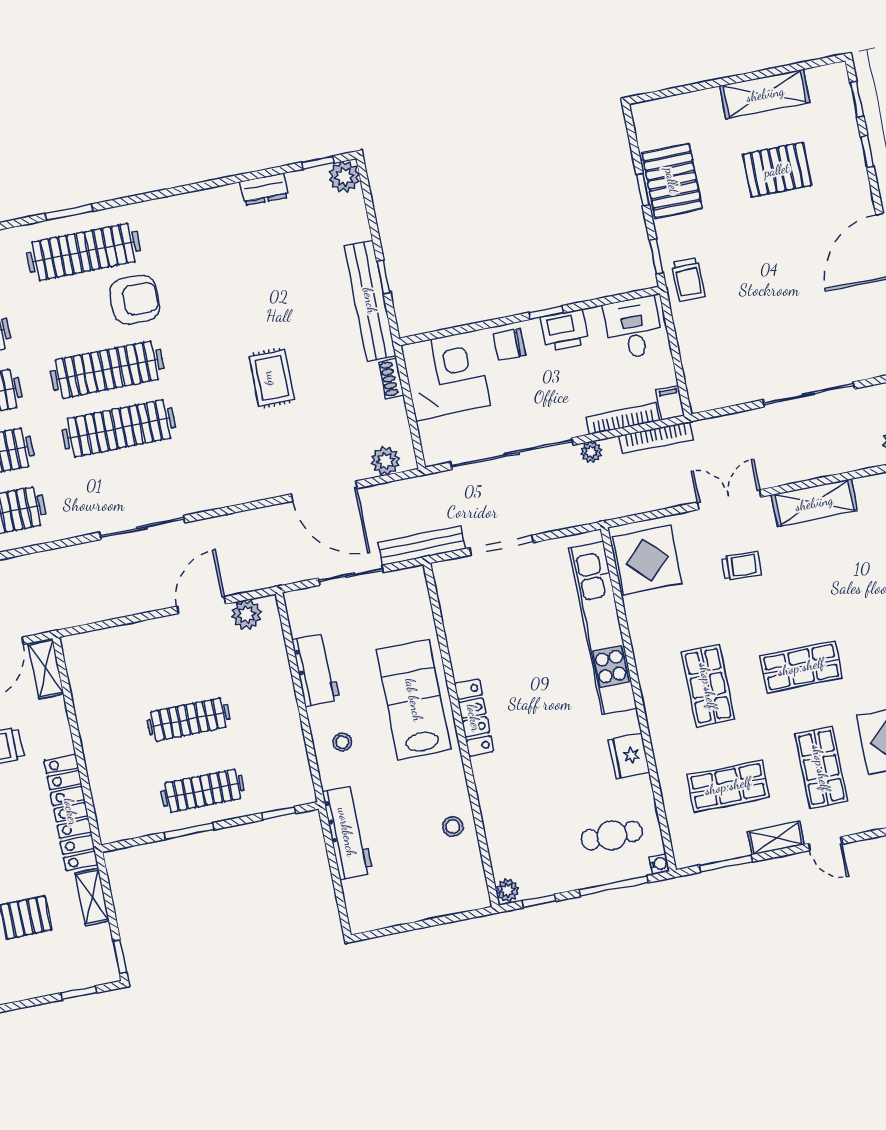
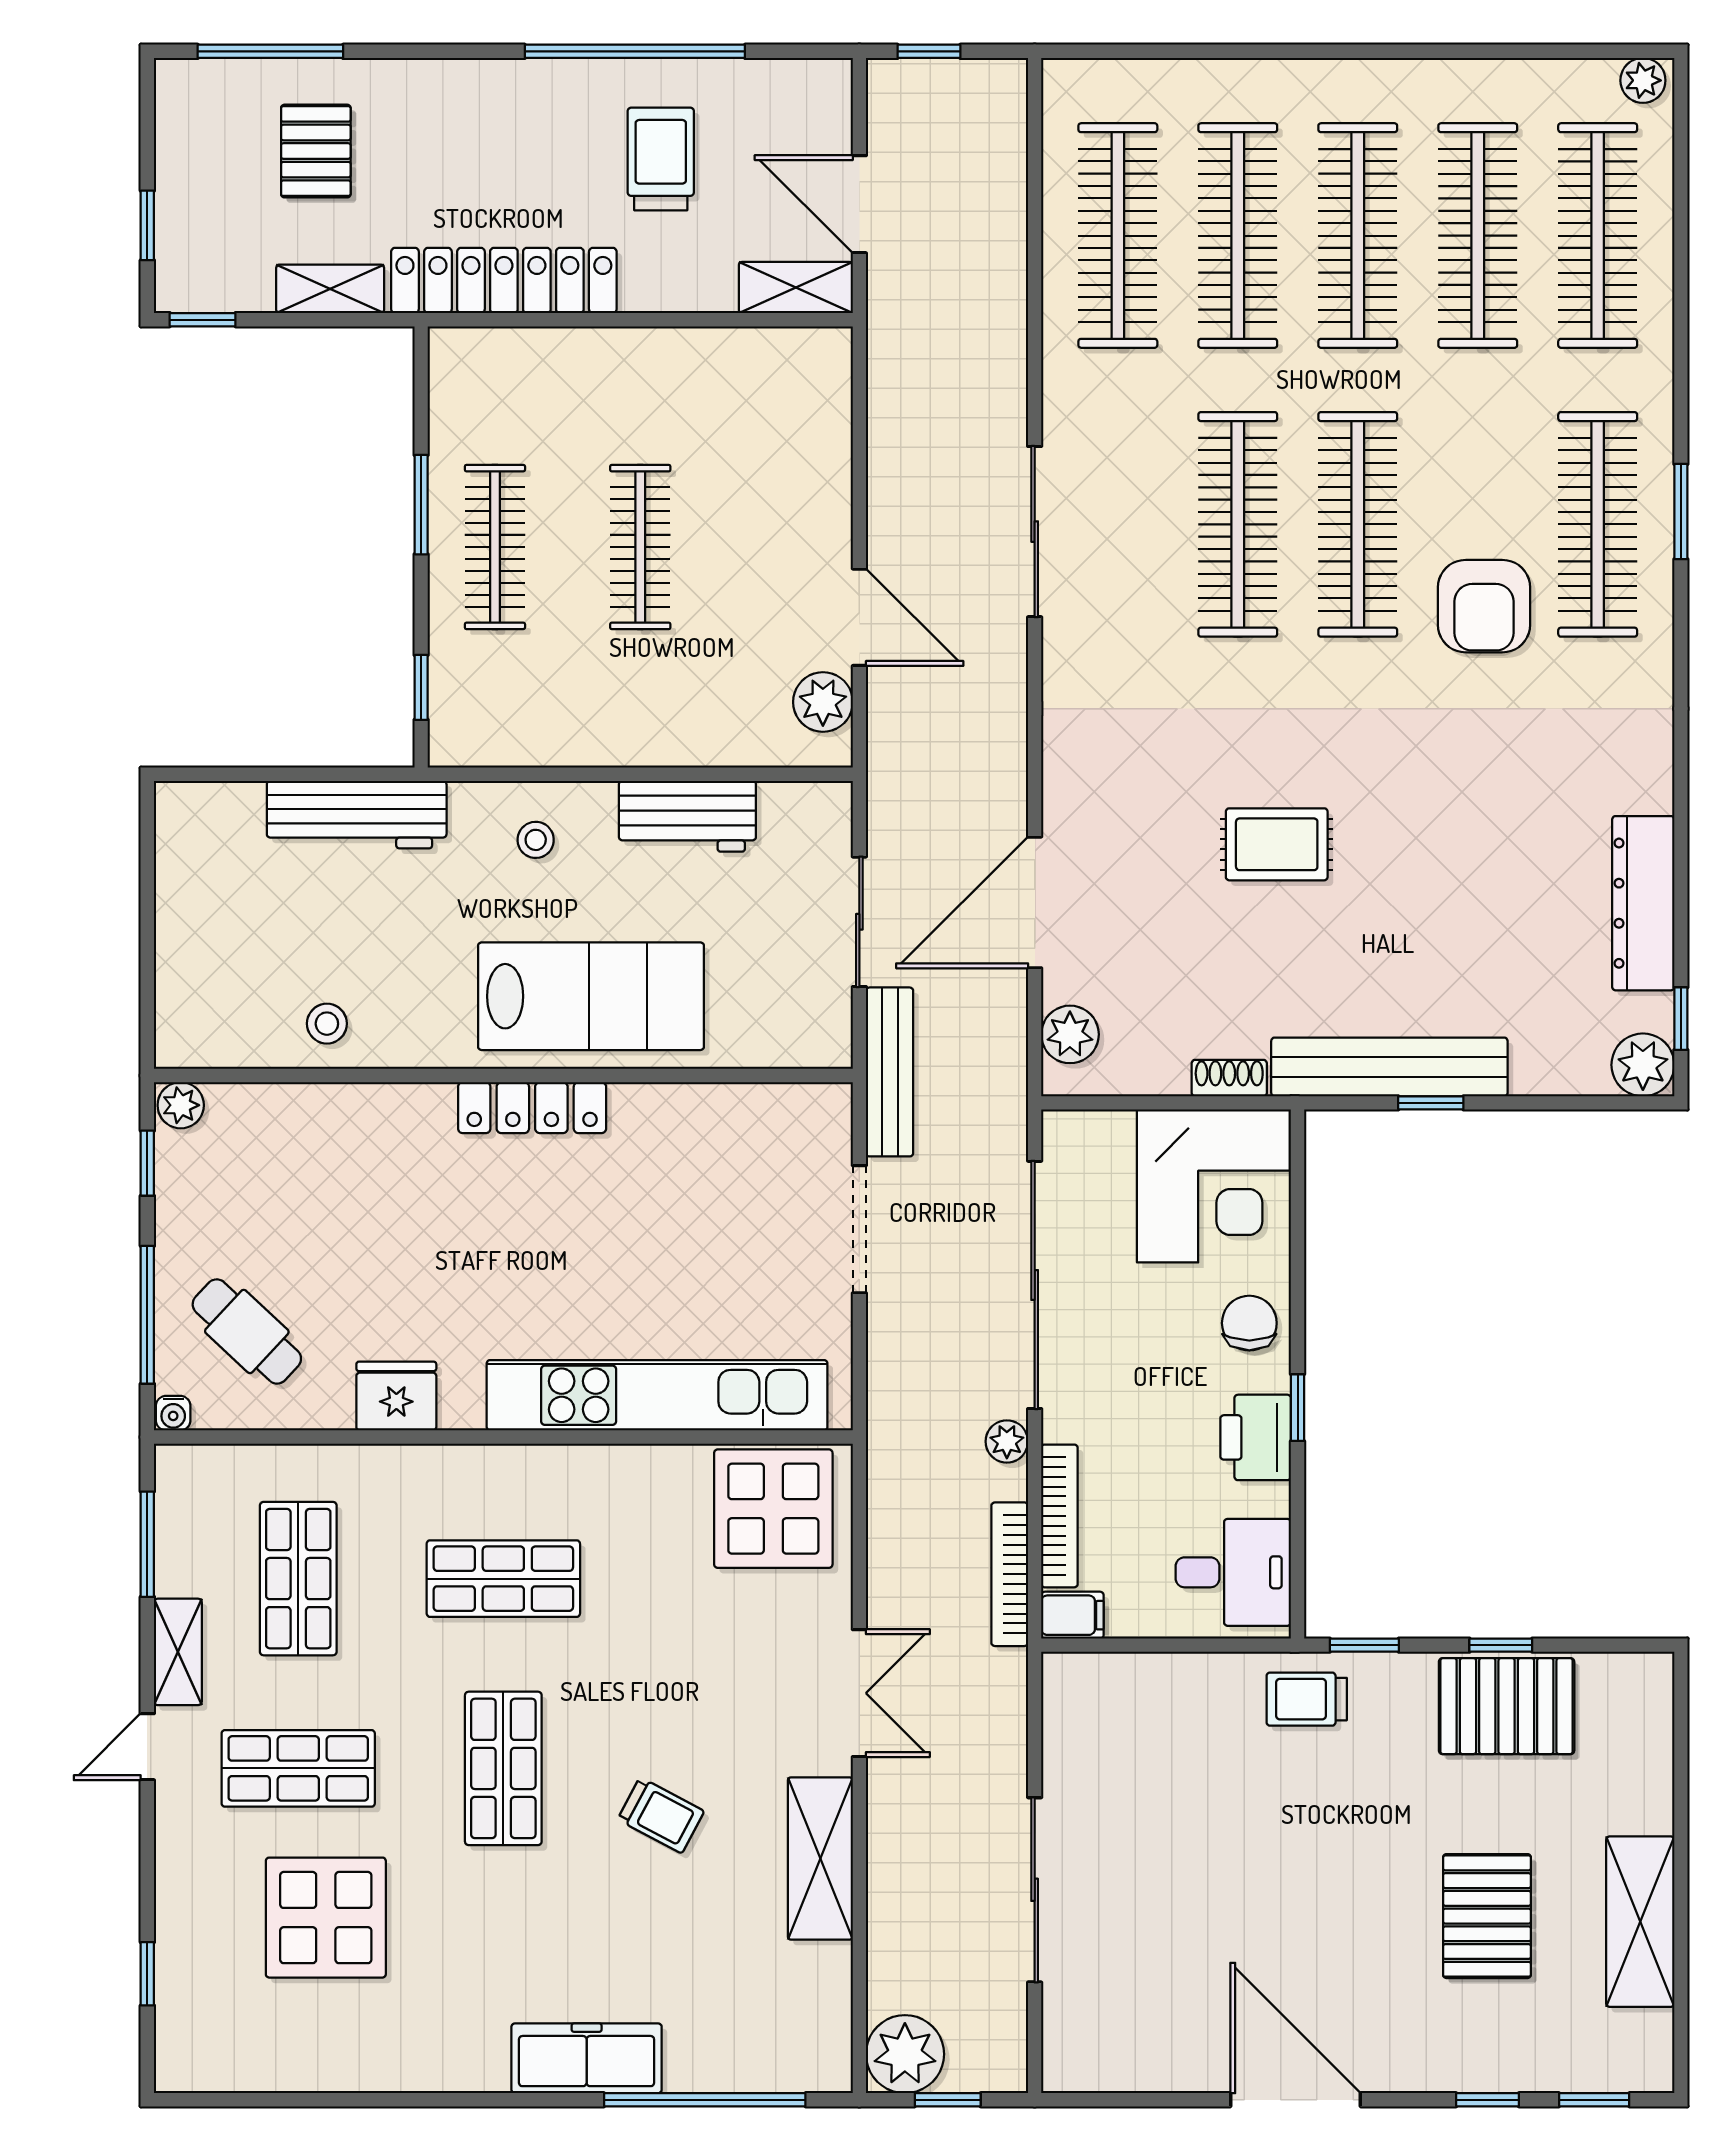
dresser: (264, 189) -> (1643, 903), width x1.96, depth x1.24
trolley: (741, 566) -> (661, 1815), moved, turned -64
cafe table: (612, 836) -> (247, 1331), turned -47

